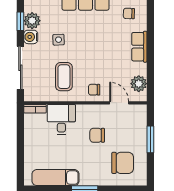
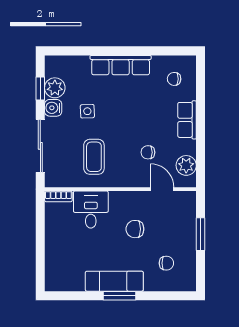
chair: (94, 90) -> (148, 152), moved
chair: (123, 163) -> (166, 263), width x0.54, depth x0.54
exam couch: (56, 178) -> (114, 281), moved

